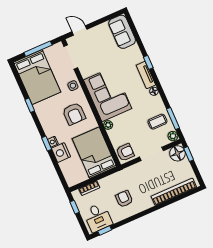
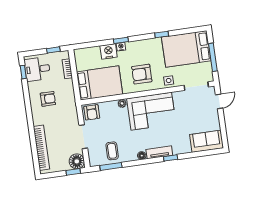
plant: (173, 136) -> (94, 162), removed

